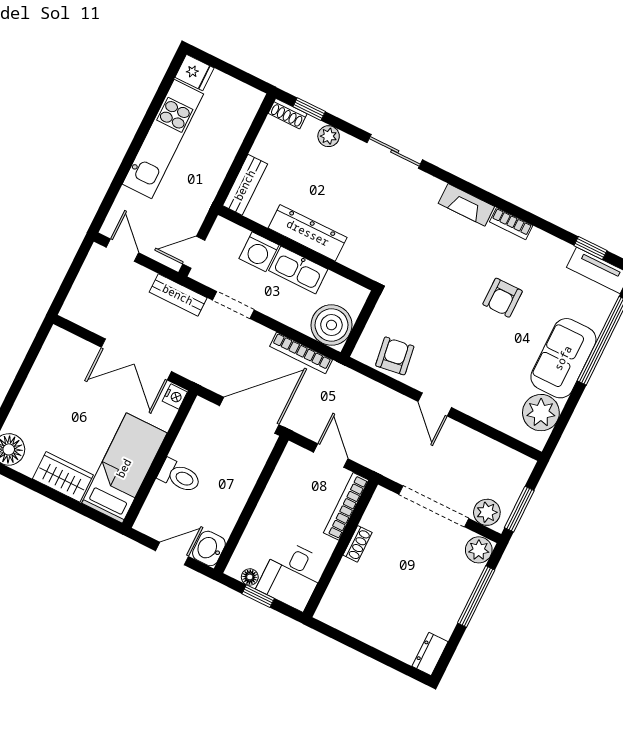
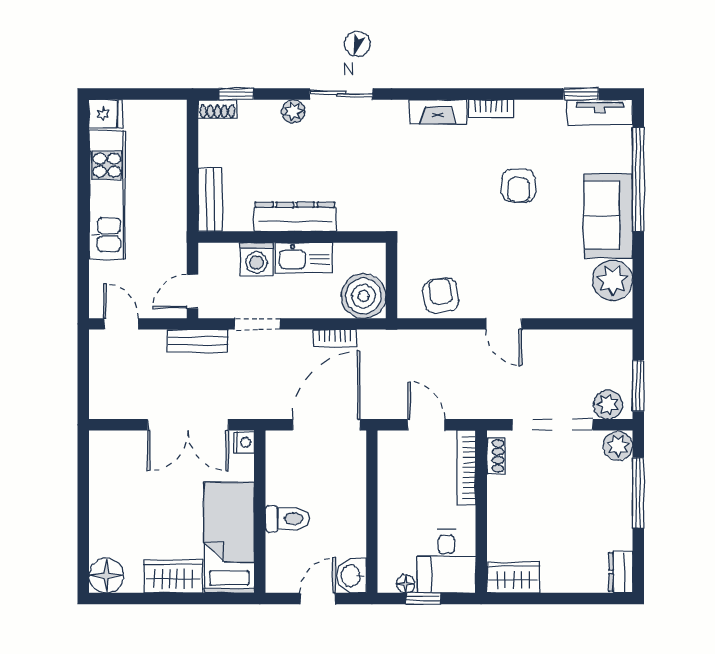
plant: (329, 136) -> (293, 111), moved
bookcase: (301, 353) -> (335, 338), width x0.64
shoe rack: (358, 544) -> (496, 456), moved
wardrobe: (340, 615) -> (513, 578), added

